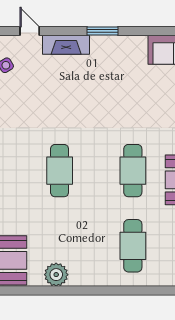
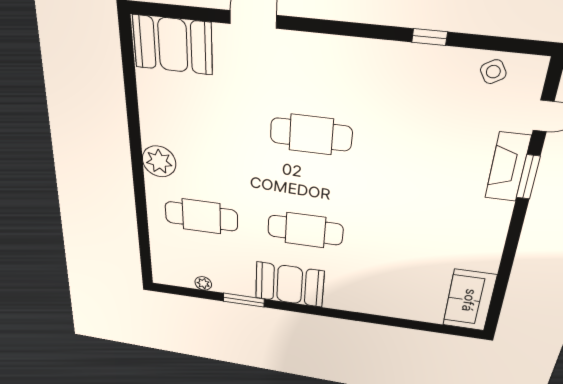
window: (103, 31) -> (528, 177), moved
plant: (56, 275) -> (159, 161), moved

